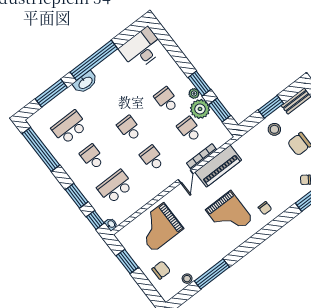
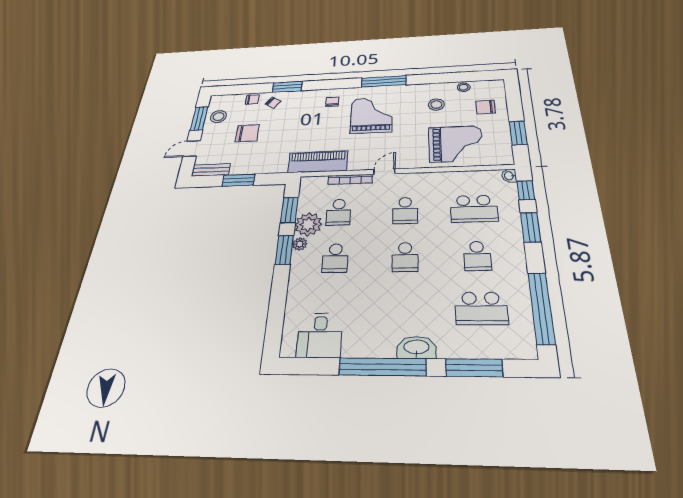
desk: (142, 49) -> (320, 335), width x0.73
stool: (274, 129) -> (436, 105), moved
piano: (218, 166) -> (318, 162), moved
window: (212, 274) -> (384, 81), moved

